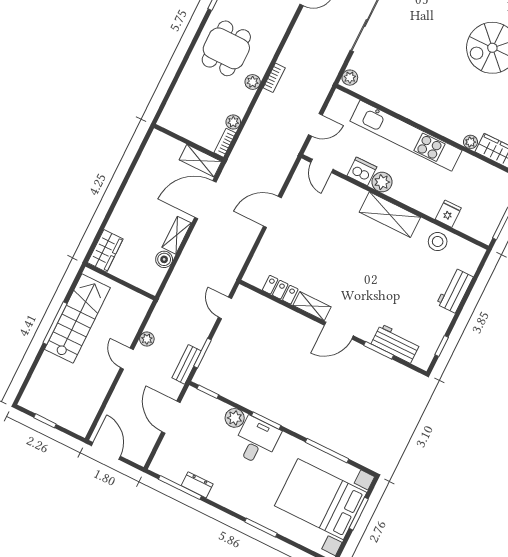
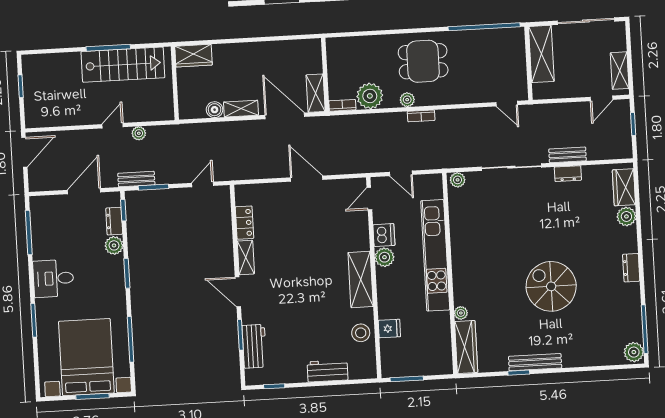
plant: (233, 122) -> (370, 96), width x1.87, depth x1.87
desk: (256, 441) -> (53, 278), moved, turned 180
dresser: (197, 485) -> (114, 221), moved, turned 180

